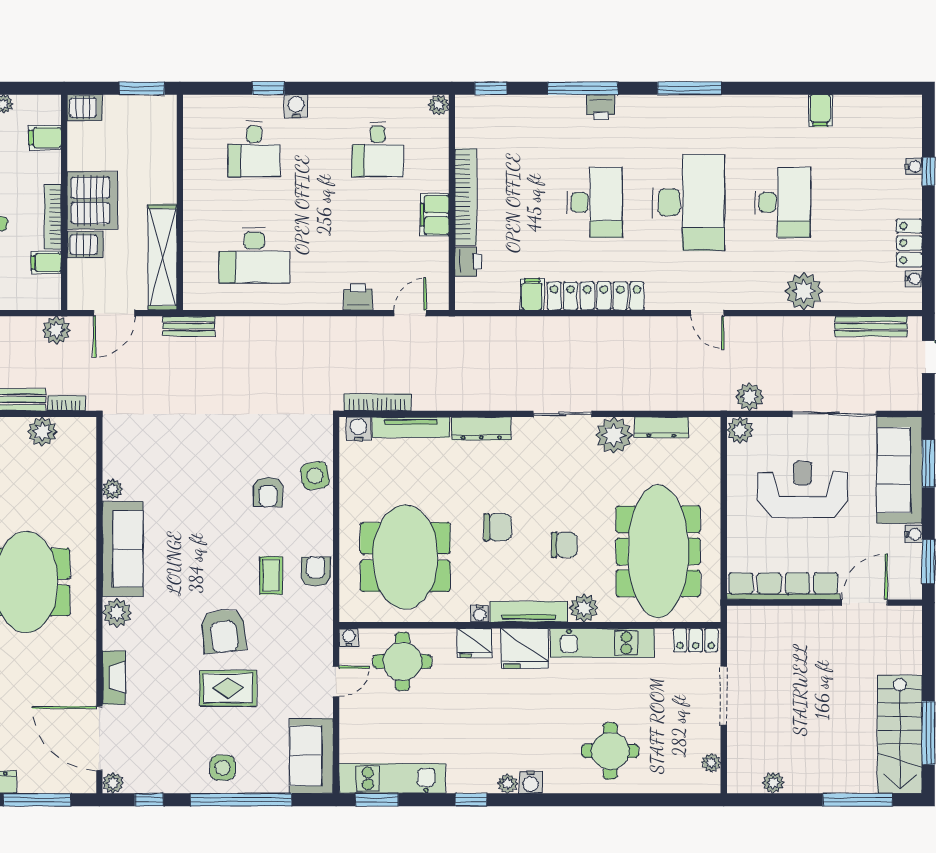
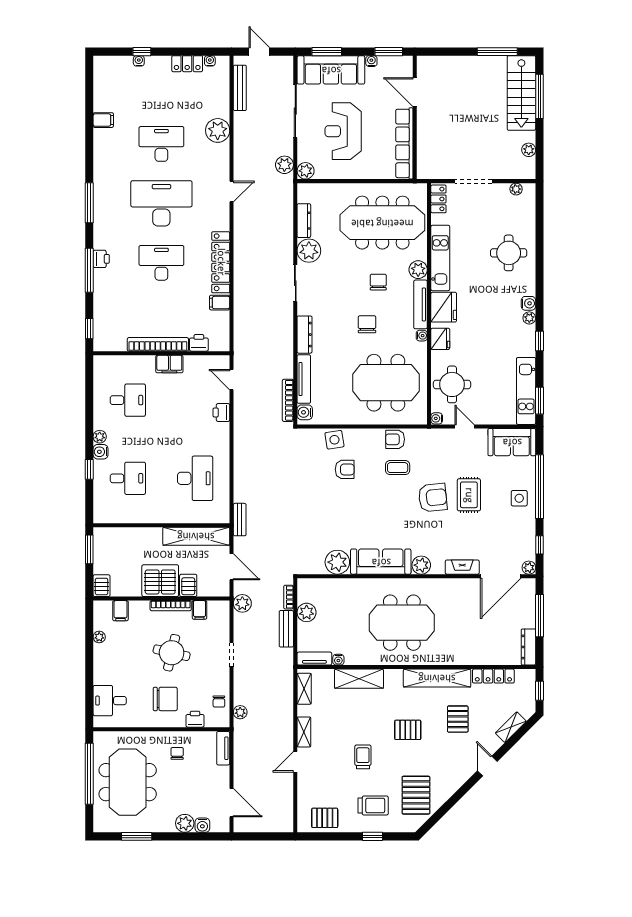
plant: (439, 105) -> (100, 437), moved
plant: (113, 489) -> (337, 562), width x1.87, depth x1.87
stairs: (900, 734) -> (521, 93), moved, turned 90

